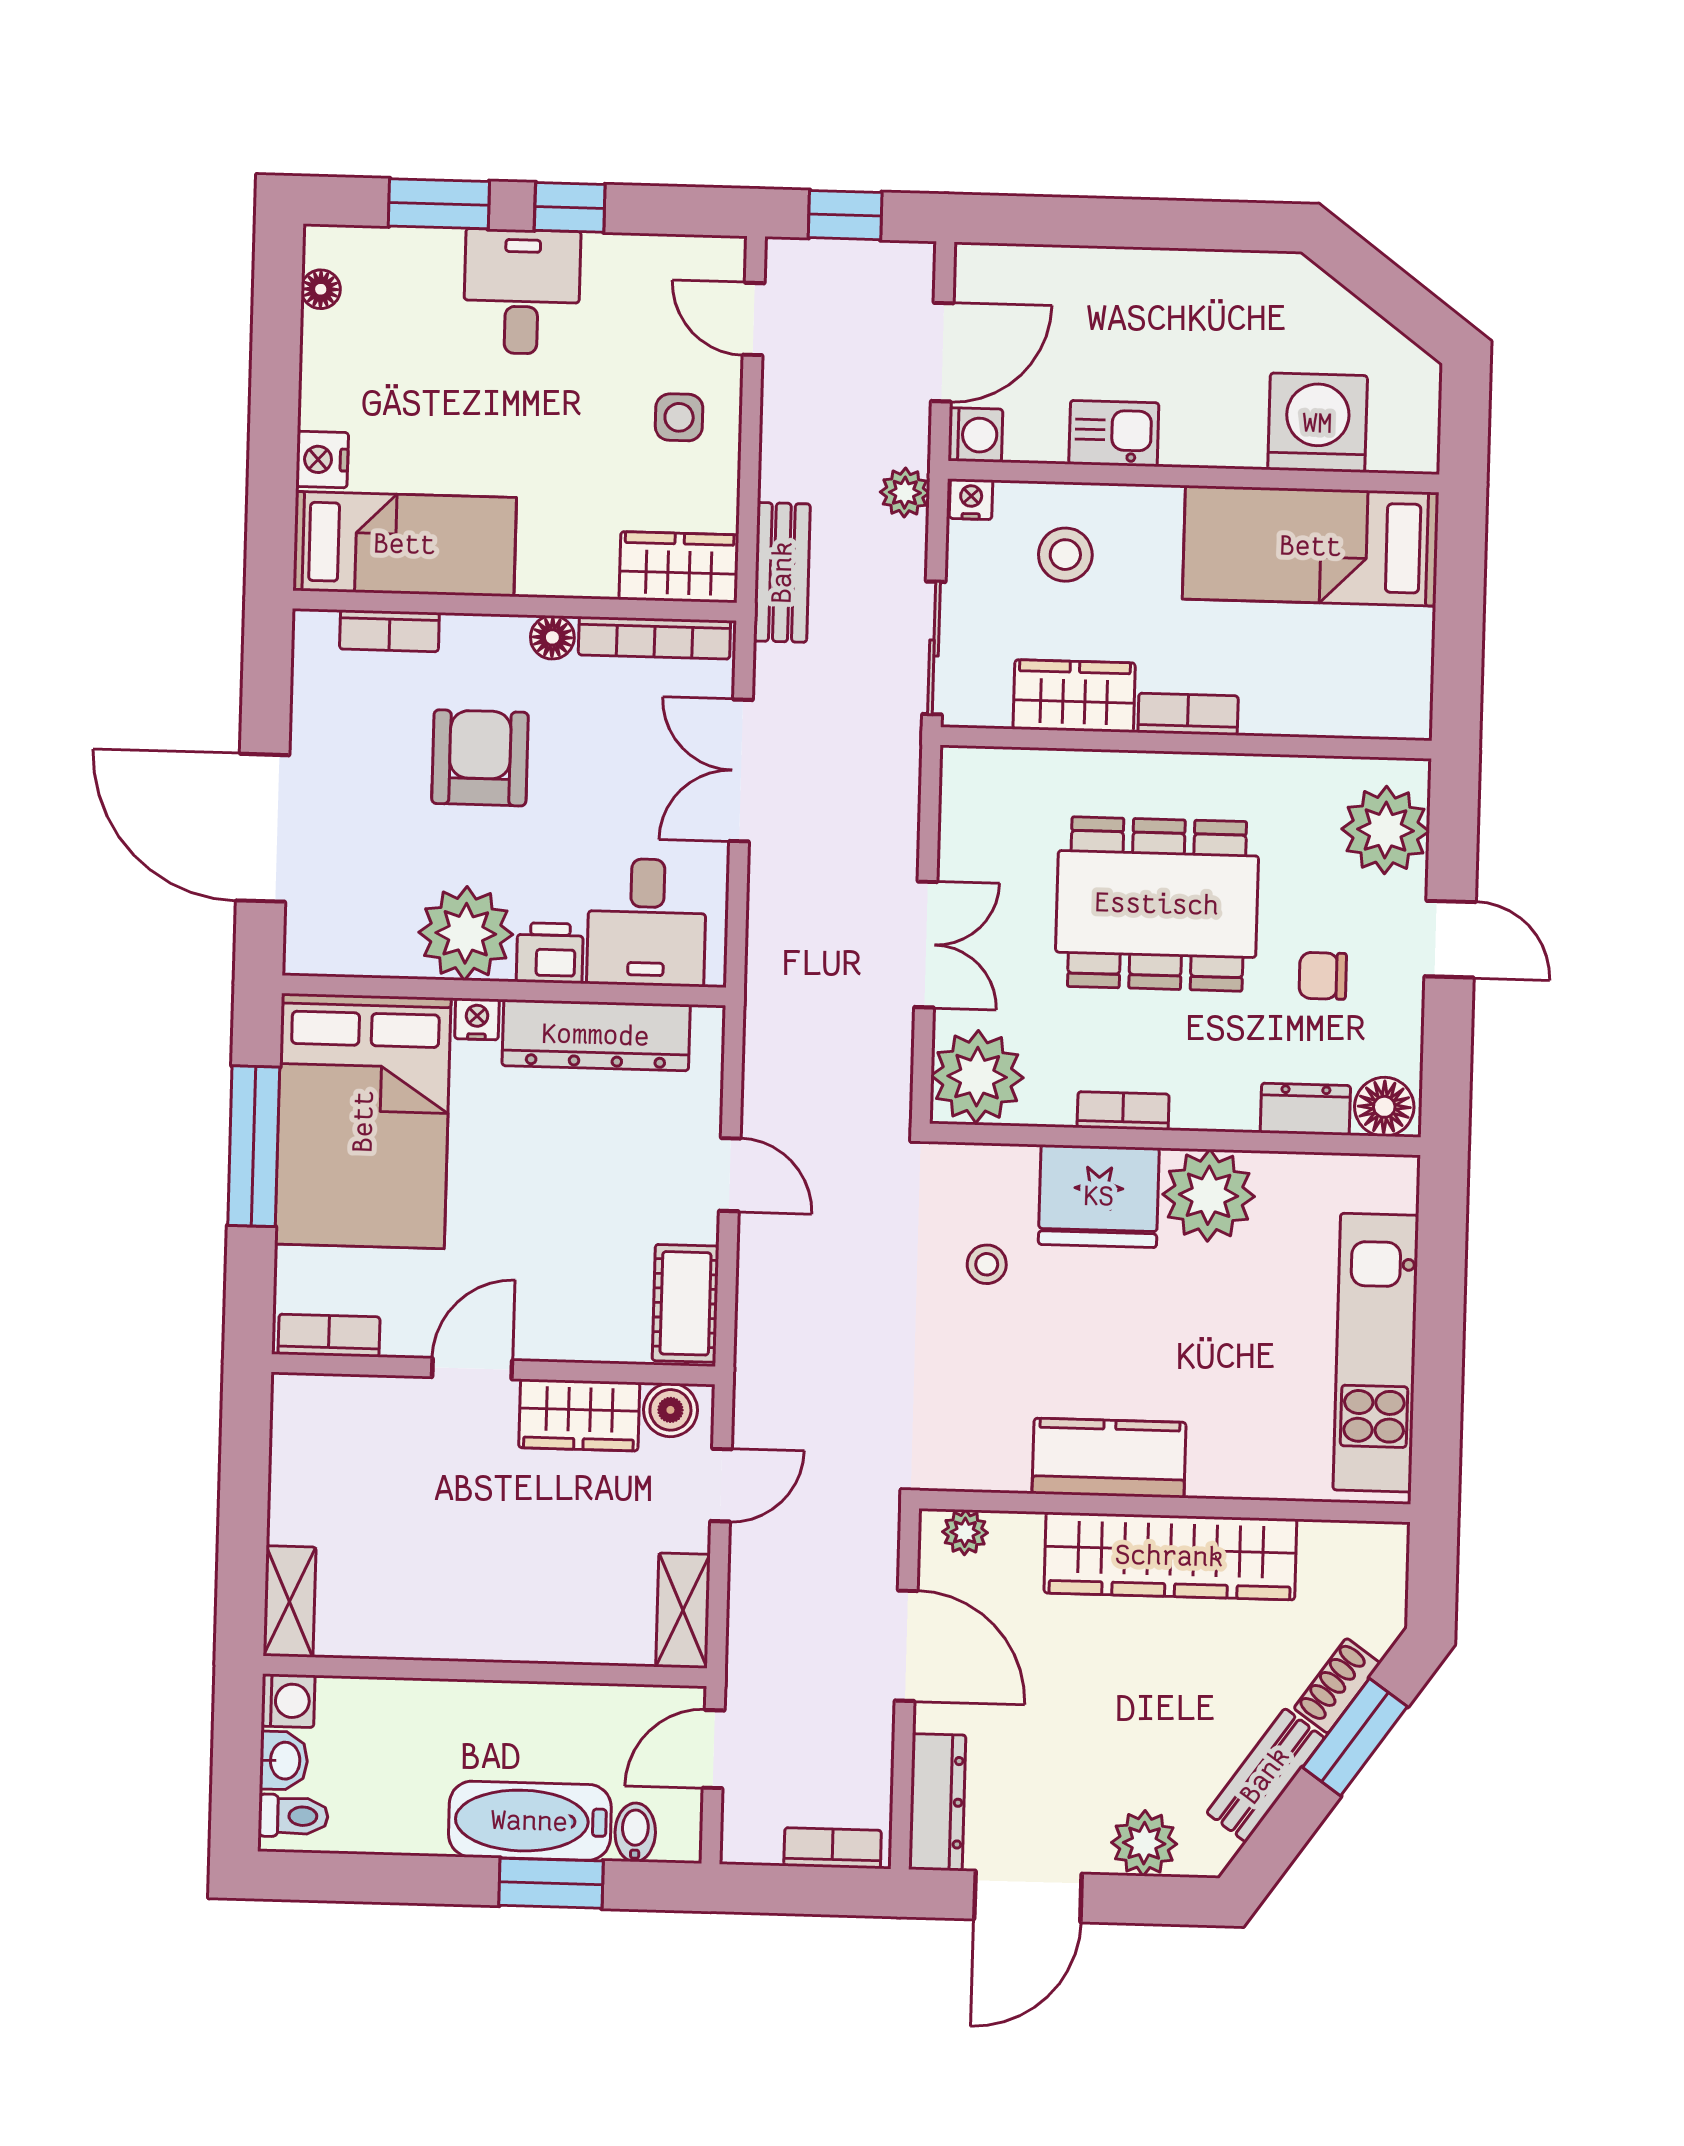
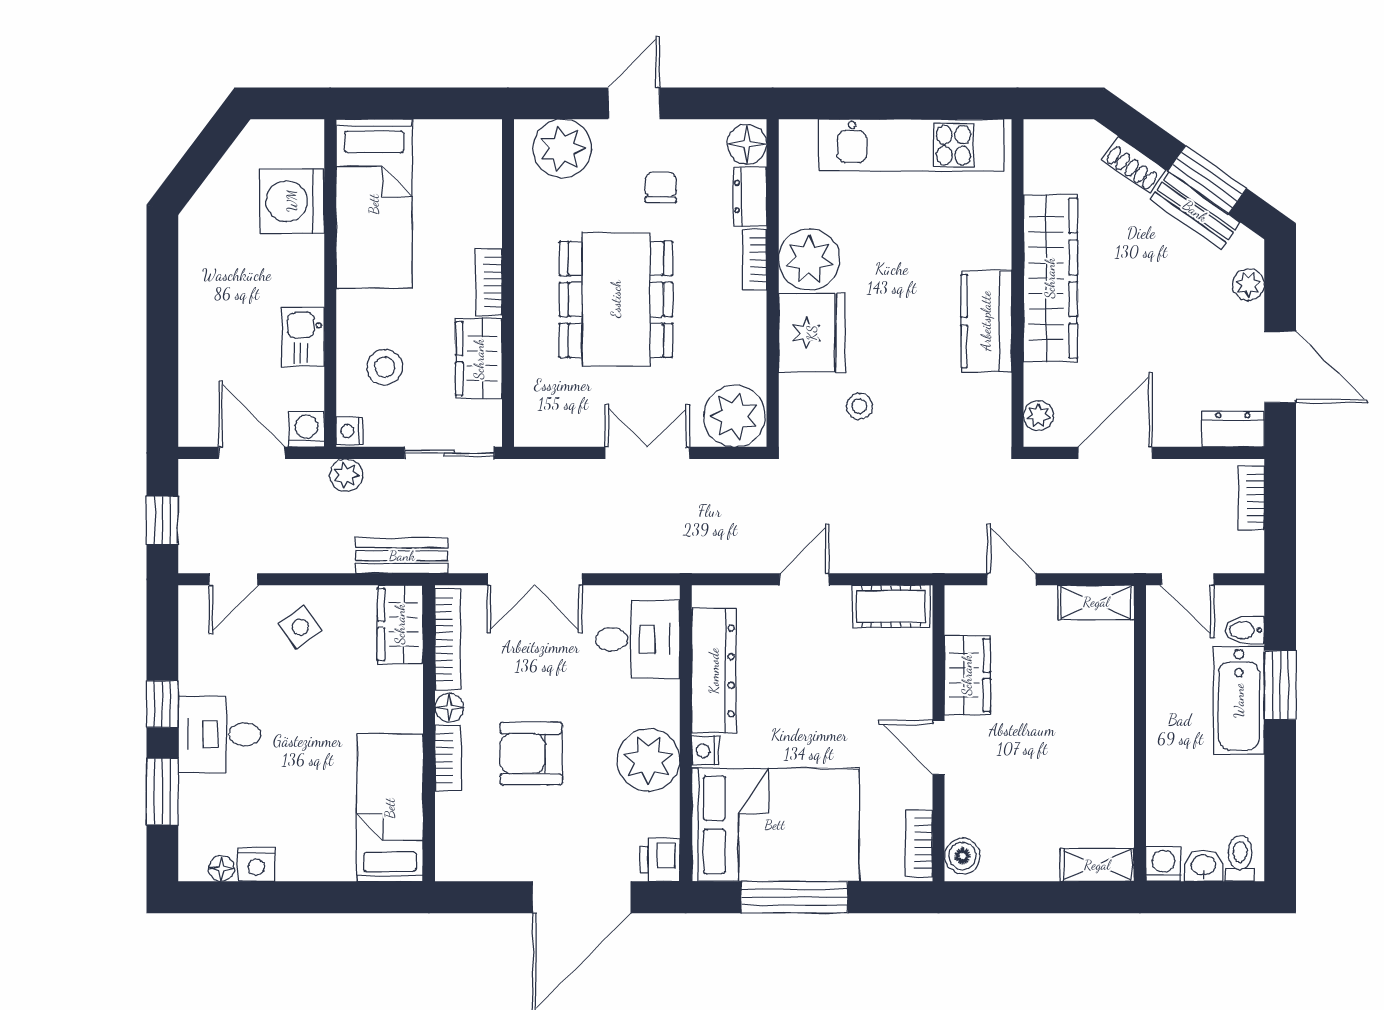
side table: (679, 417) -> (300, 627), turned -36
nightstand: (322, 459) -> (256, 864), moved
bookcase: (389, 631) -> (448, 758), moved
printer: (550, 953) -> (660, 860), moved
chair: (1323, 976) -> (661, 188), turned 180
bookcase: (1123, 1111) -> (755, 260), moved
boiler: (670, 1410) -> (962, 856), moved
window: (1355, 1737) -> (1207, 180), moved
dresser: (937, 1802) -> (1233, 429), width x0.70
plant: (1144, 1843) -> (1248, 284), width x0.73, depth x0.73

